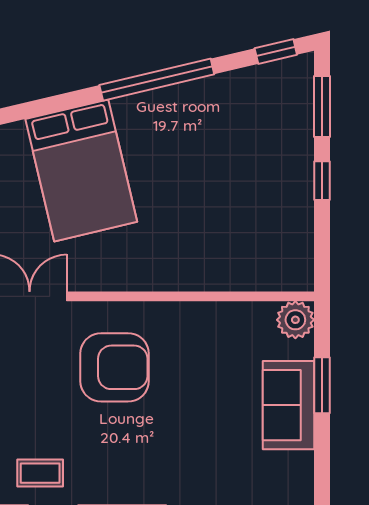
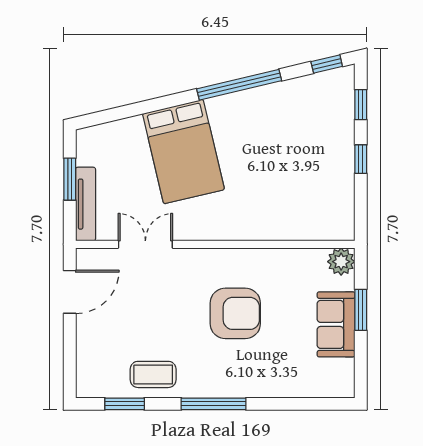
window: (322, 107) -> (361, 105), width x0.67
armchair: (115, 367) -> (235, 313), moved
coffee table: (40, 473) -> (153, 374), width x1.36, depth x1.30

